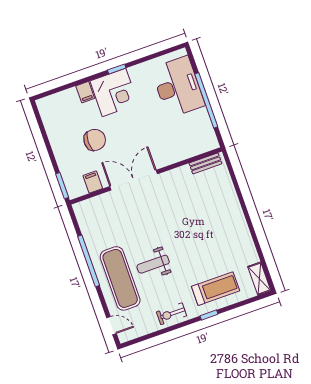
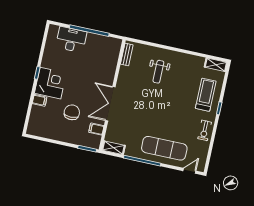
desk: (178, 87) -> (71, 40), width x0.73, depth x0.77
shelving: (83, 217) -> (114, 148), added
weight bench: (153, 264) -> (158, 72), moved

